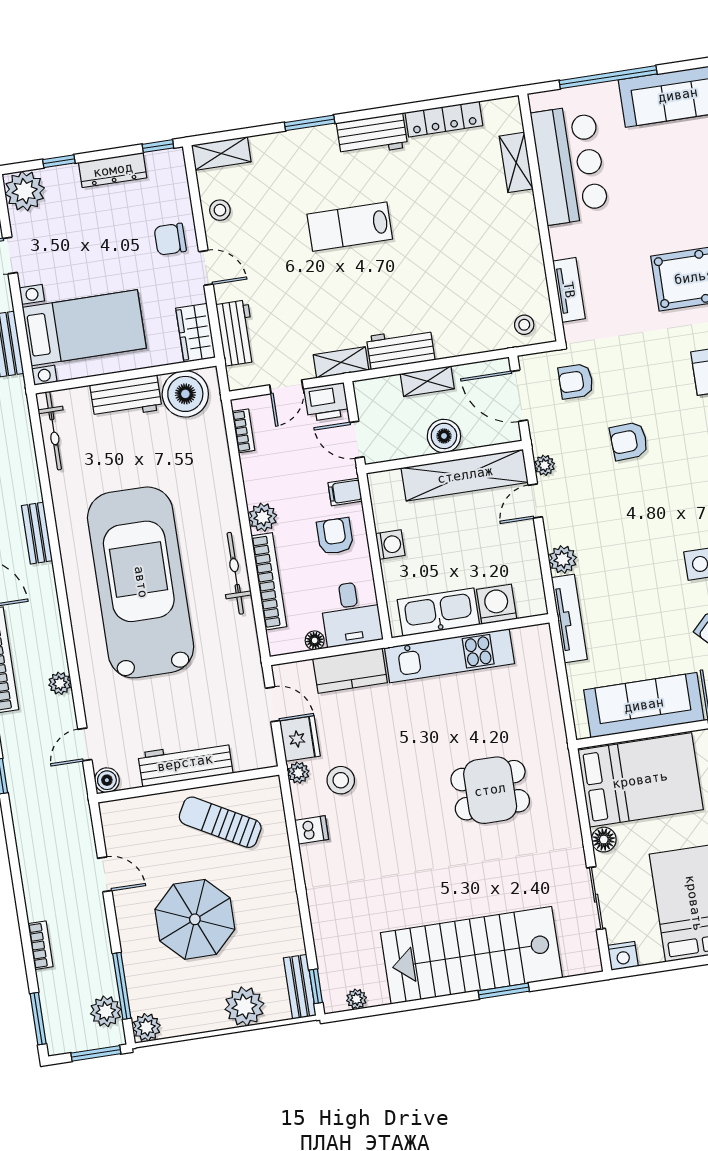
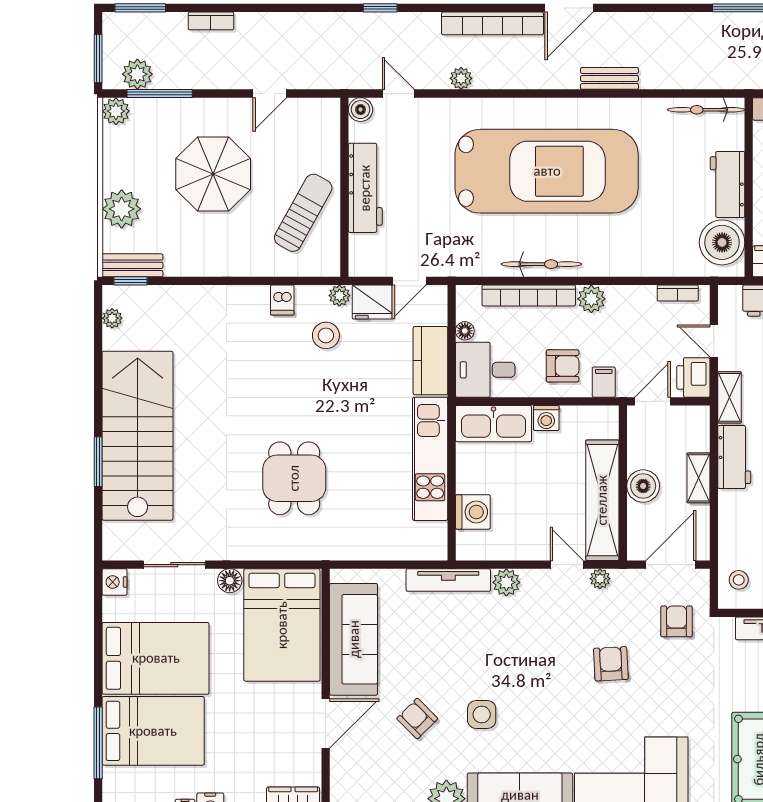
kitchen sink: (438, 612) -> (493, 424), moved, turned 90

